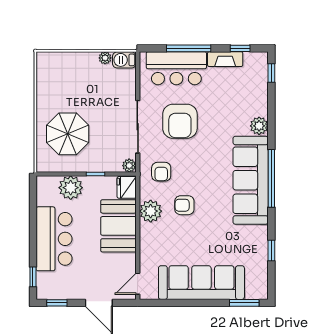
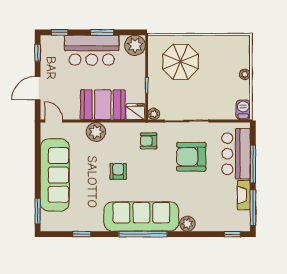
window: (240, 48) -> (253, 208), width x2.17
plant: (105, 58) -> (245, 74), moved
plant: (71, 188) -> (135, 45), moved
armchair: (184, 205) -> (118, 171), moved
plant: (151, 211) -> (96, 132), moved
window: (33, 227) -> (102, 32), added

